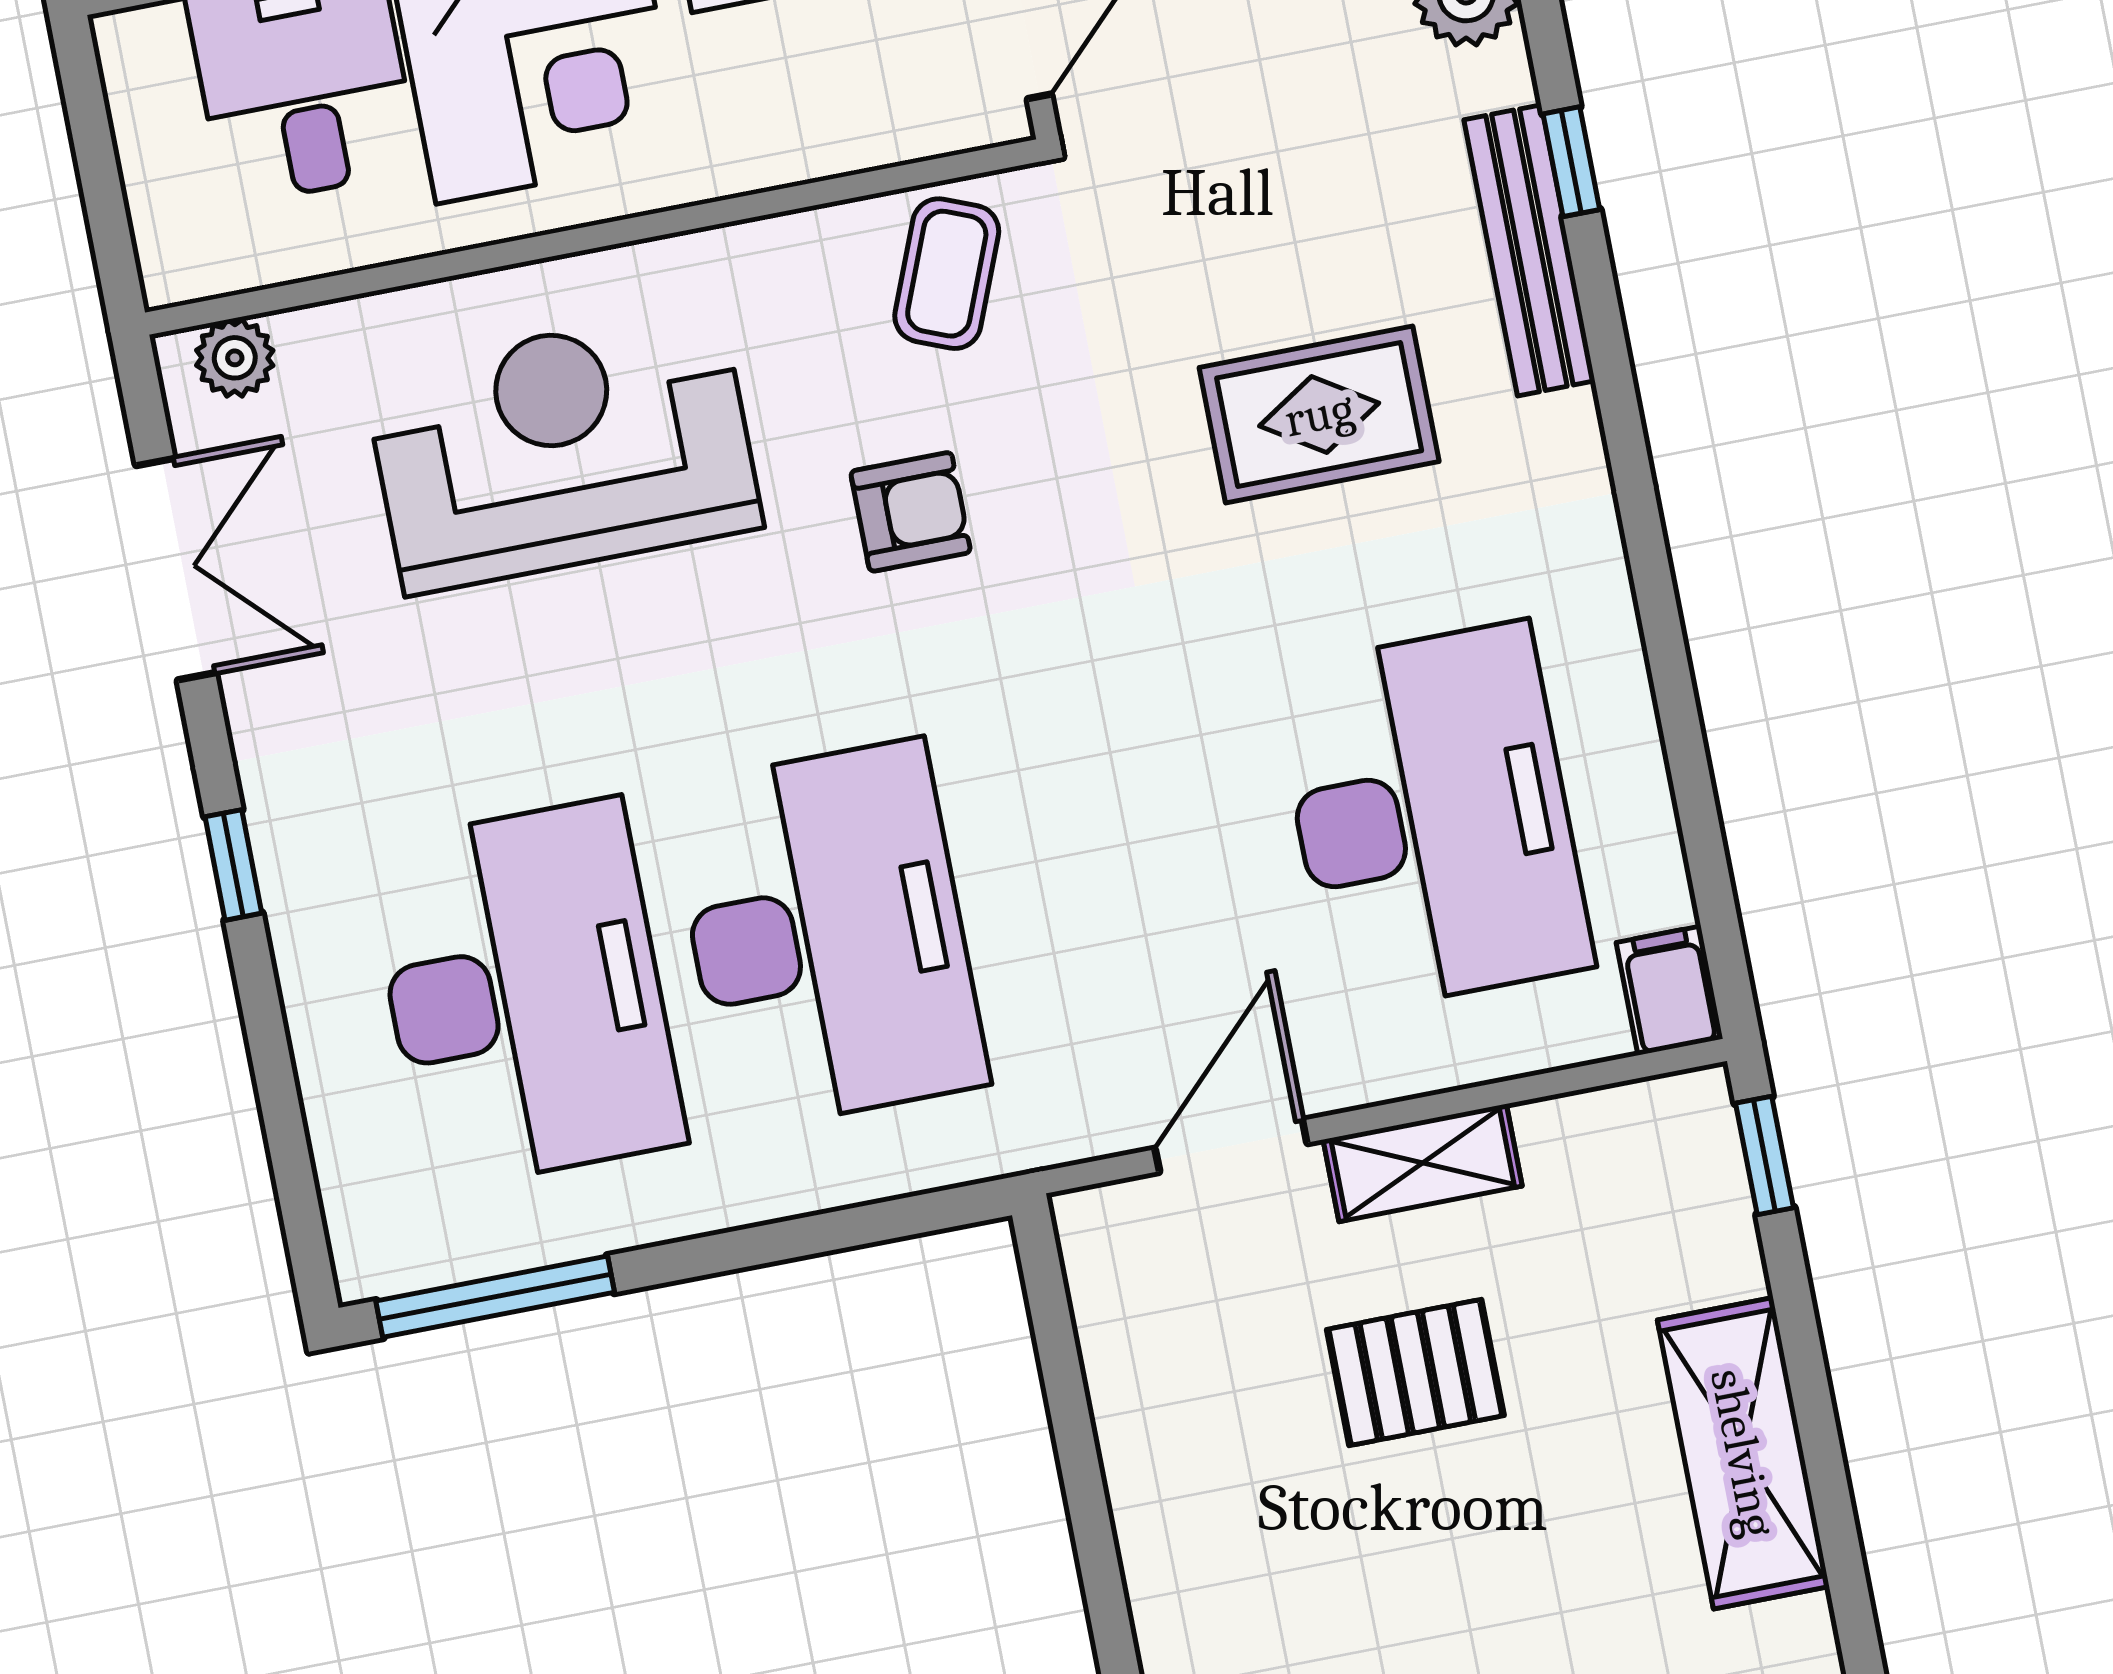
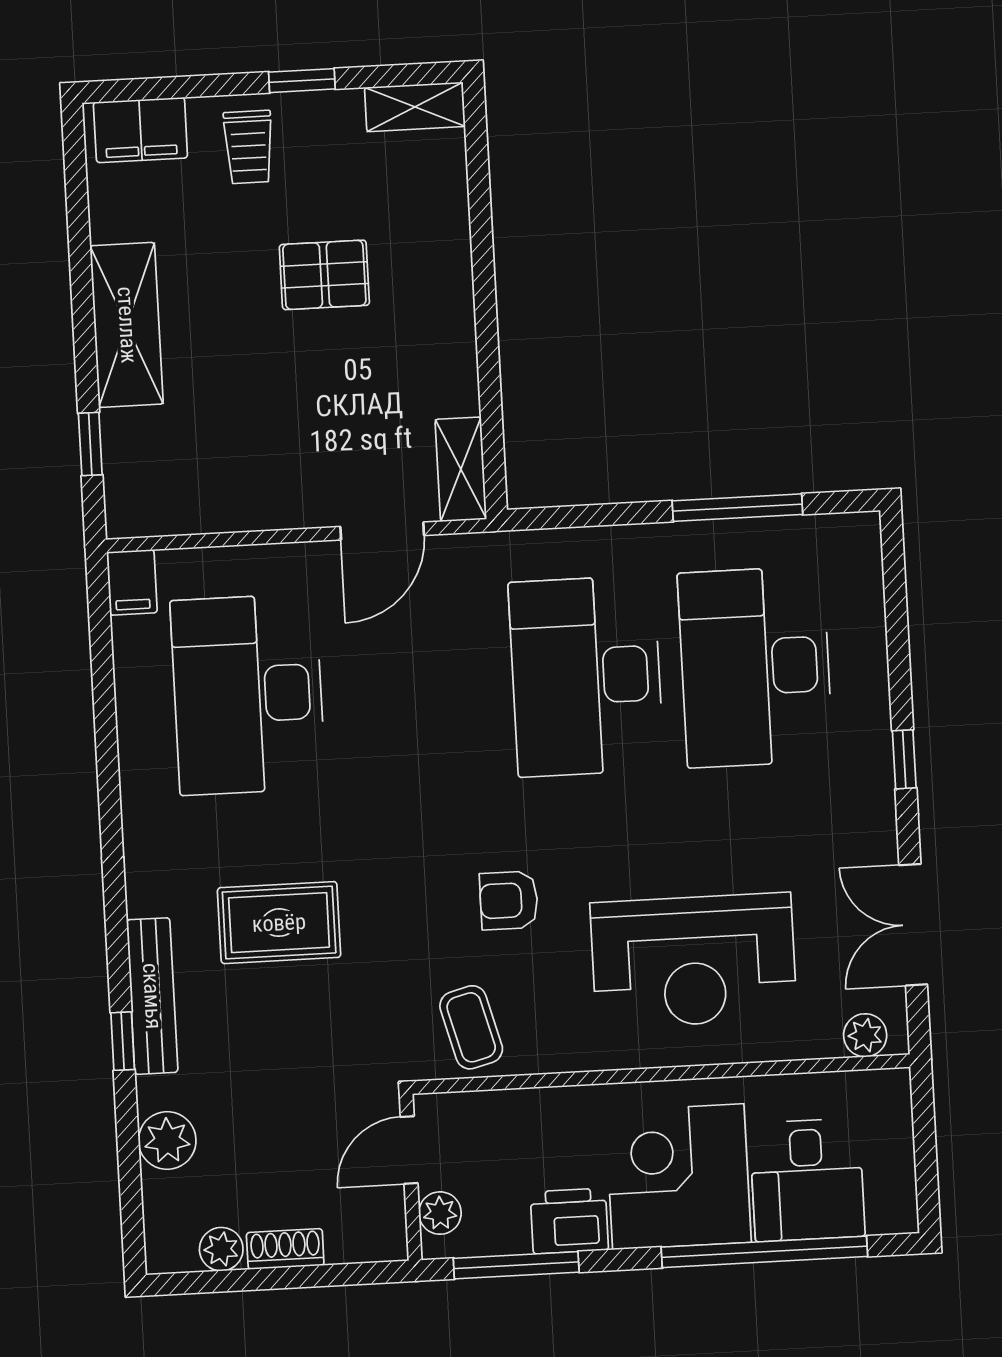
coffee table: (947, 274) -> (471, 1027), turned -37
window: (1765, 1156) -> (90, 444), moved
shelving: (1423, 1163) -> (461, 469), moved, turned 90
window: (495, 1297) -> (737, 508), moved
pallet: (1415, 1372) -> (324, 275), moved

